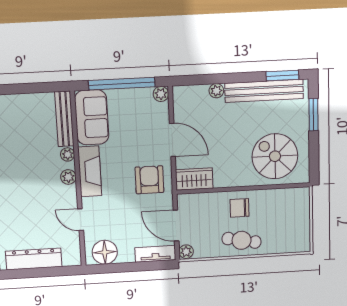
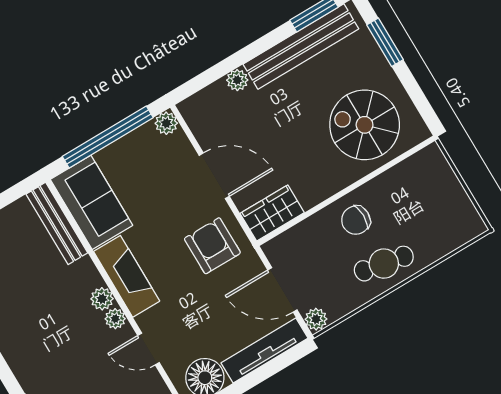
plant: (68, 154) -> (115, 319), moved
tv unit: (155, 254) -> (264, 350), width x1.41

